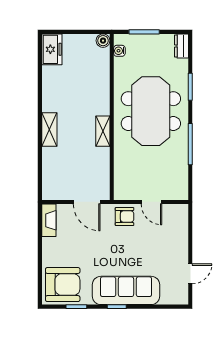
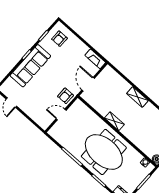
door: (87, 202) -> (88, 84), hinge flipped
armchair: (63, 285) -> (59, 39), width x0.53, depth x0.53

